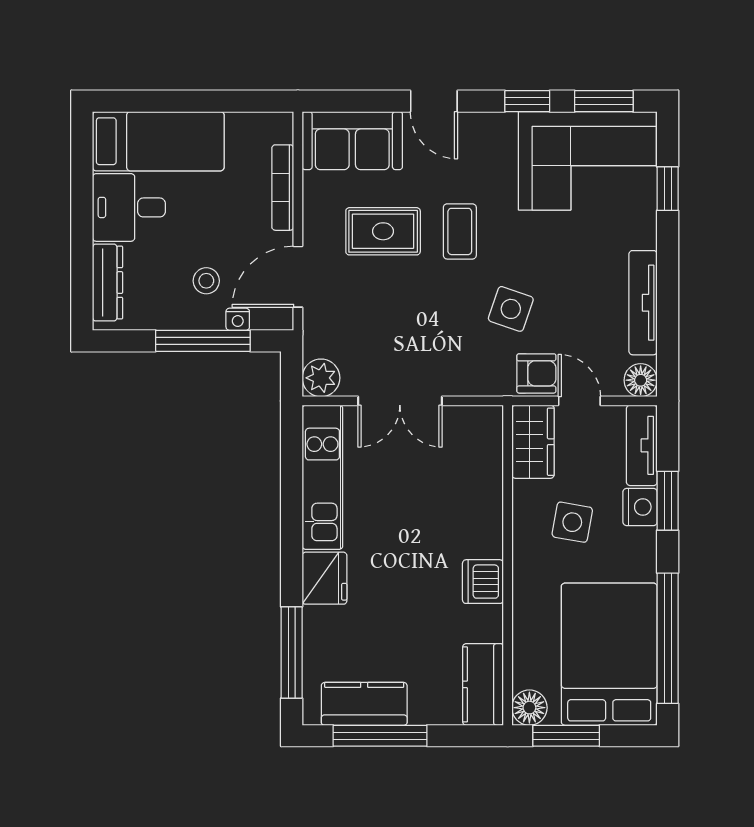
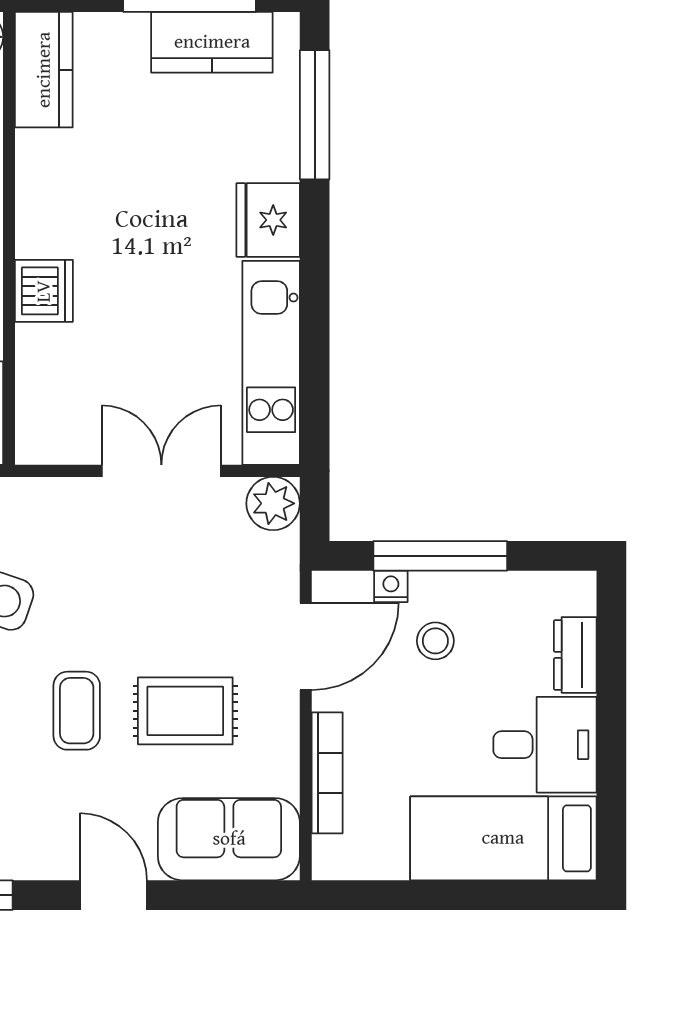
dresser: (107, 283) -> (575, 655), width x0.70
dishwasher: (483, 582) -> (44, 291), moved

